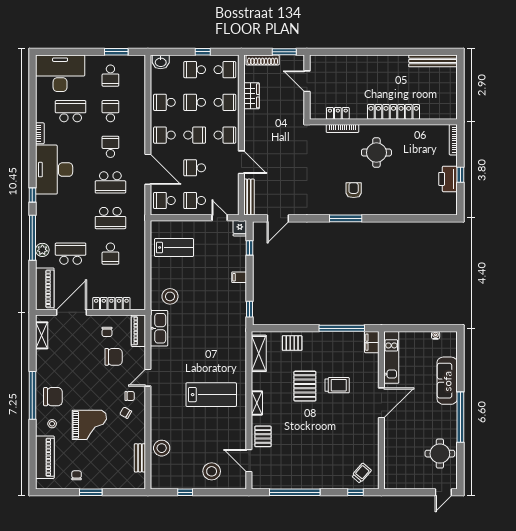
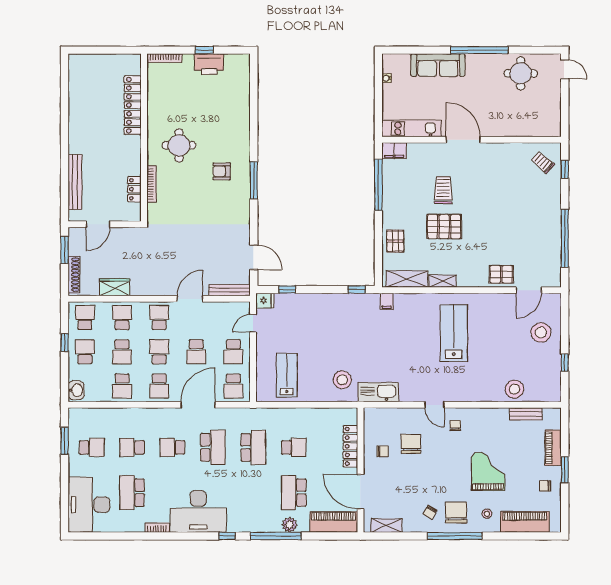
bench: (433, 61) -> (75, 182), moved
school desk: (195, 70) -> (85, 352), turned 180
locker: (394, 112) -> (133, 105), moved
filing cabinet: (239, 277) -> (387, 301), moved
piano: (138, 331) -> (553, 448), moved, turned 90
shelving: (257, 403) -> (442, 281), moved
chair: (126, 413) -> (430, 512), moved

